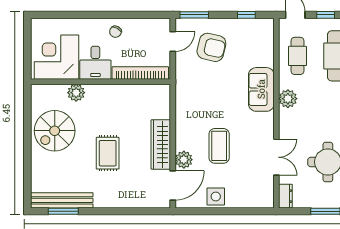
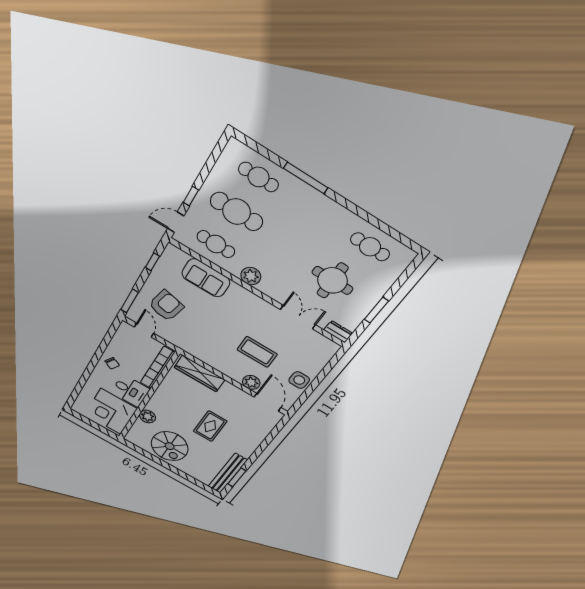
sofa: (261, 89) -> (206, 278), moved
wardrobe: (161, 144) -> (200, 374), moved
rug: (108, 153) -> (210, 426), turned 90

